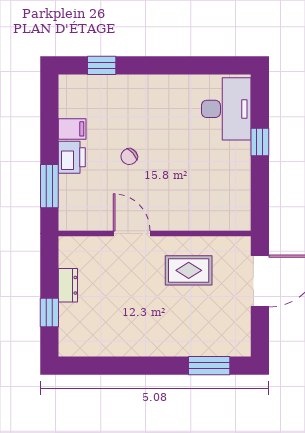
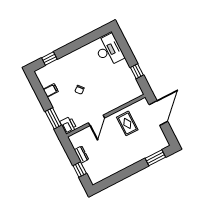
window: (260, 142) -> (137, 71), moved
printer: (72, 157) -> (68, 125), moved
door: (132, 234) -> (97, 120), swing flipped
rug: (189, 270) -> (127, 123), turned 90

